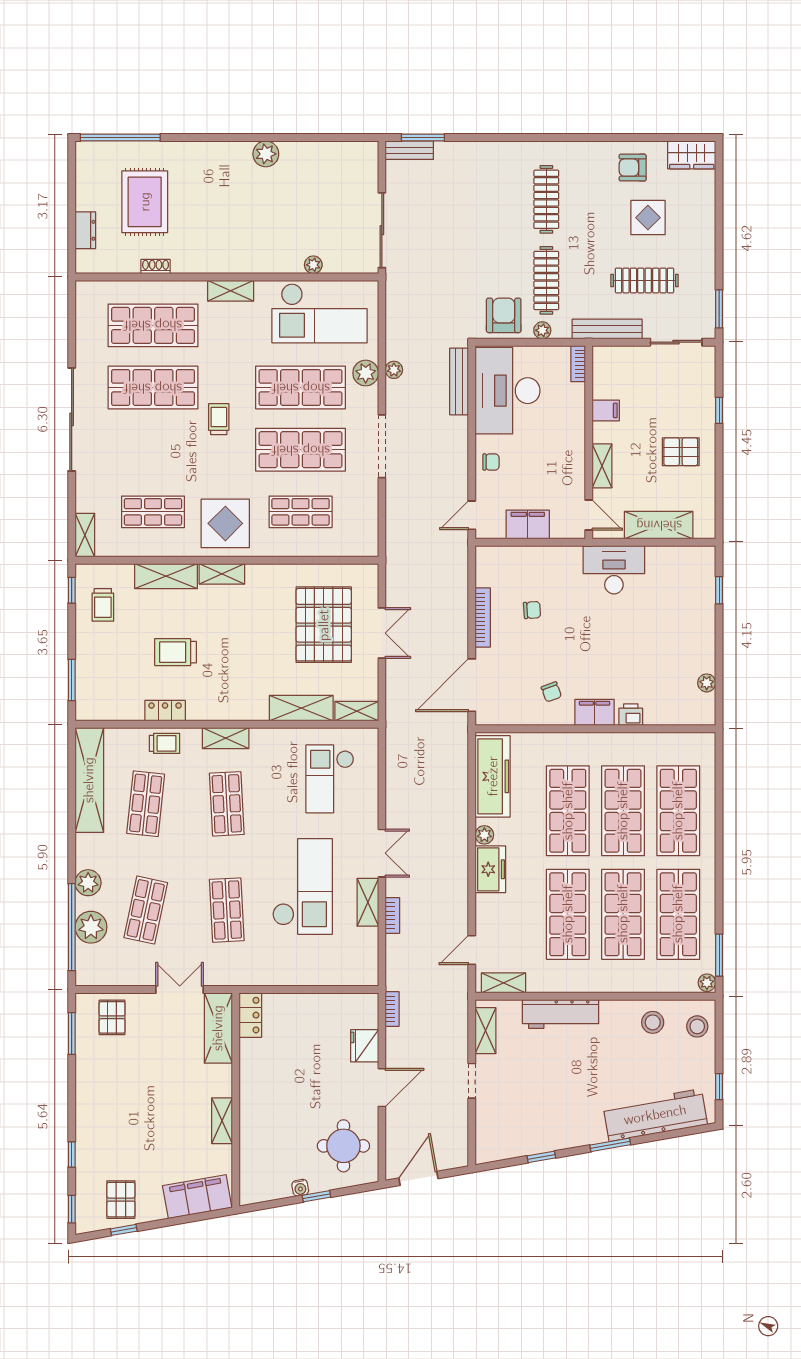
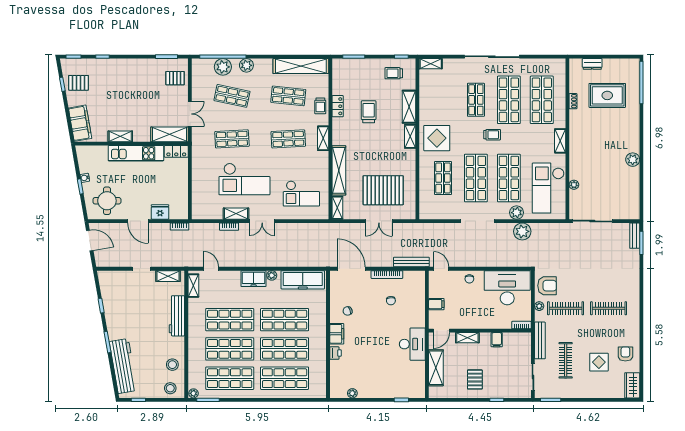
plant: (394, 370) -> (522, 231), width x1.87, depth x1.87
bench: (459, 381) -> (411, 262), moved
shop shelf: (153, 512) -> (476, 100), moved
filing cabinet: (528, 524) -> (436, 304), width x0.50
shelving: (301, 708) -> (339, 170), width x1.47
checkout: (330, 779) -> (301, 193), turned 180
kitchen unit: (254, 1091) -> (136, 153), added

